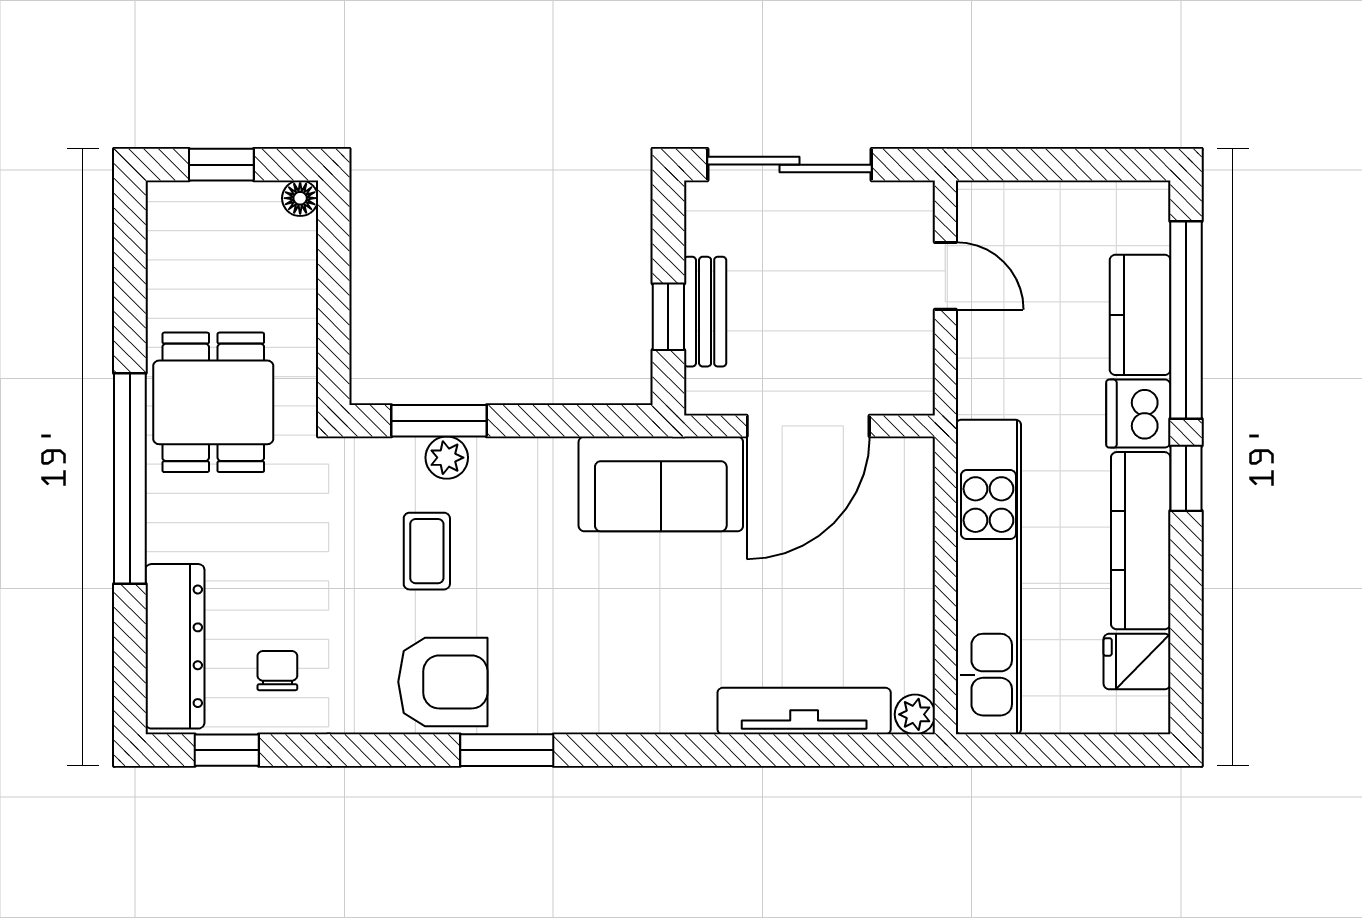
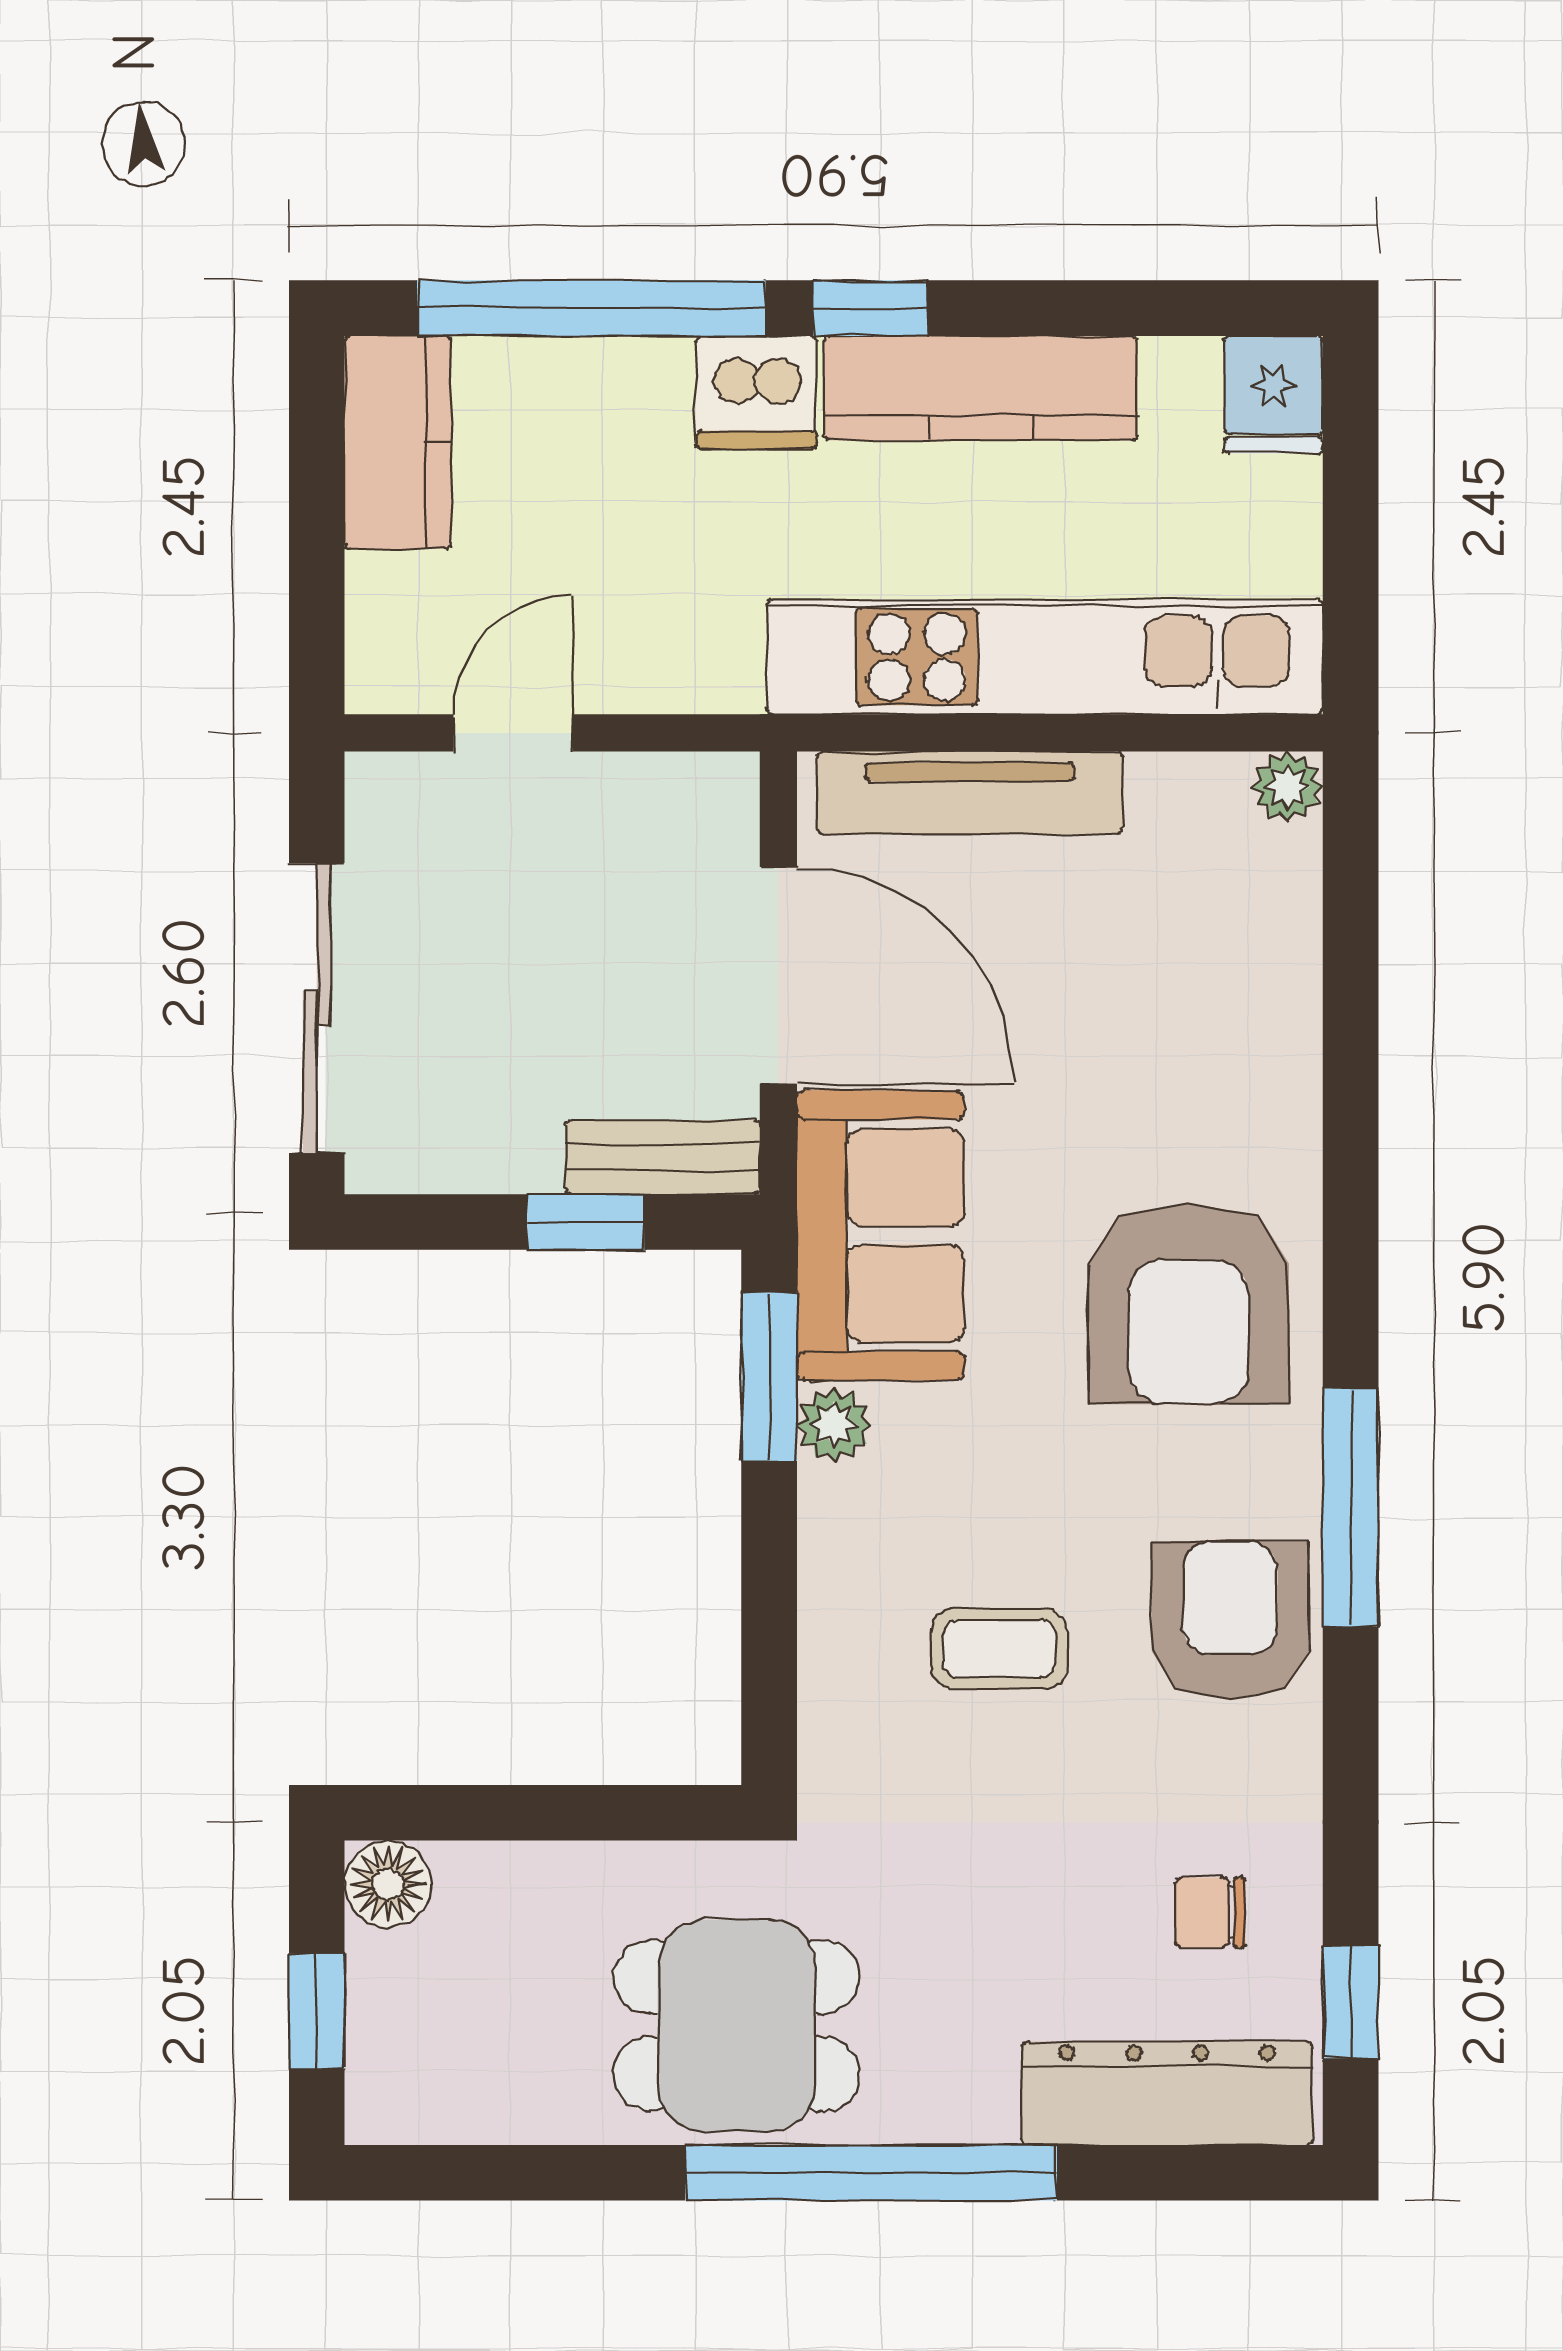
floor lamp: (300, 198) -> (388, 1884), width x1.37, depth x1.37
bench: (705, 312) -> (663, 1157), moved
kitchen counter: (1140, 315) -> (398, 442), moved, turned -90
window: (439, 421) -> (769, 1377), moved
plant: (447, 458) -> (834, 1425), moved
armchair: (622, 658) -> (1189, 1304), added
fridge: (1137, 661) -> (1274, 395), moved
tv unit: (804, 711) -> (970, 793), moved, turned -90
window: (507, 750) -> (1351, 1507), width x1.44

